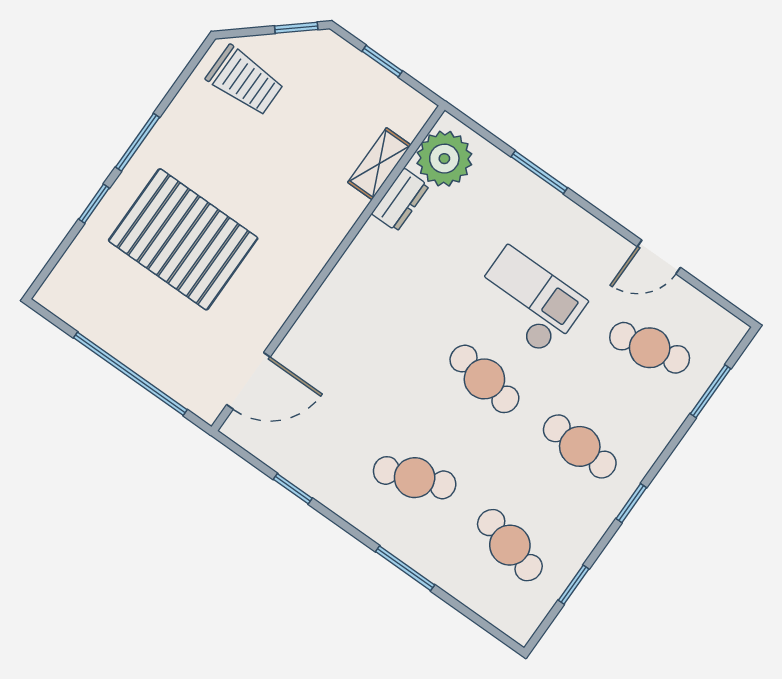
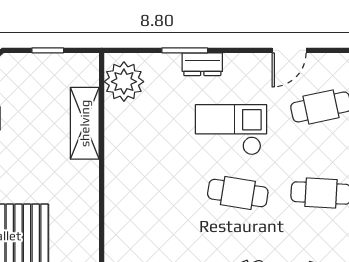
shelving: (379, 164) -> (85, 123), width x1.50, depth x1.33
dresser: (400, 200) -> (202, 64), moved, turned 90

